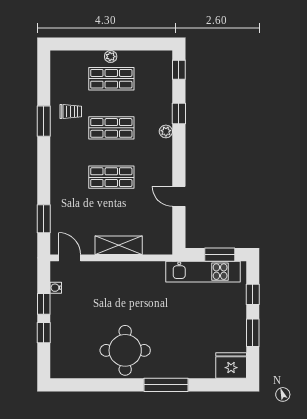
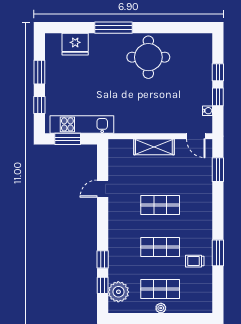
window: (179, 70) -> (103, 285), moved
plant: (166, 131) -> (118, 292), moved, width x1.87, depth x1.87
door: (179, 196) -> (103, 189), swing flipped
fridge: (231, 366) -> (75, 44), moved

